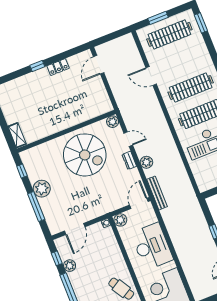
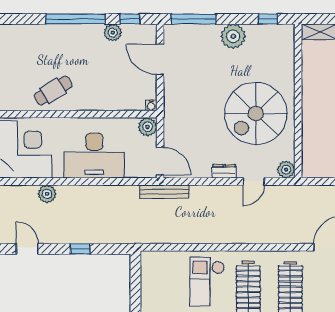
plant: (146, 162) -> (47, 194), moved
window: (36, 207) -> (194, 19), moved

